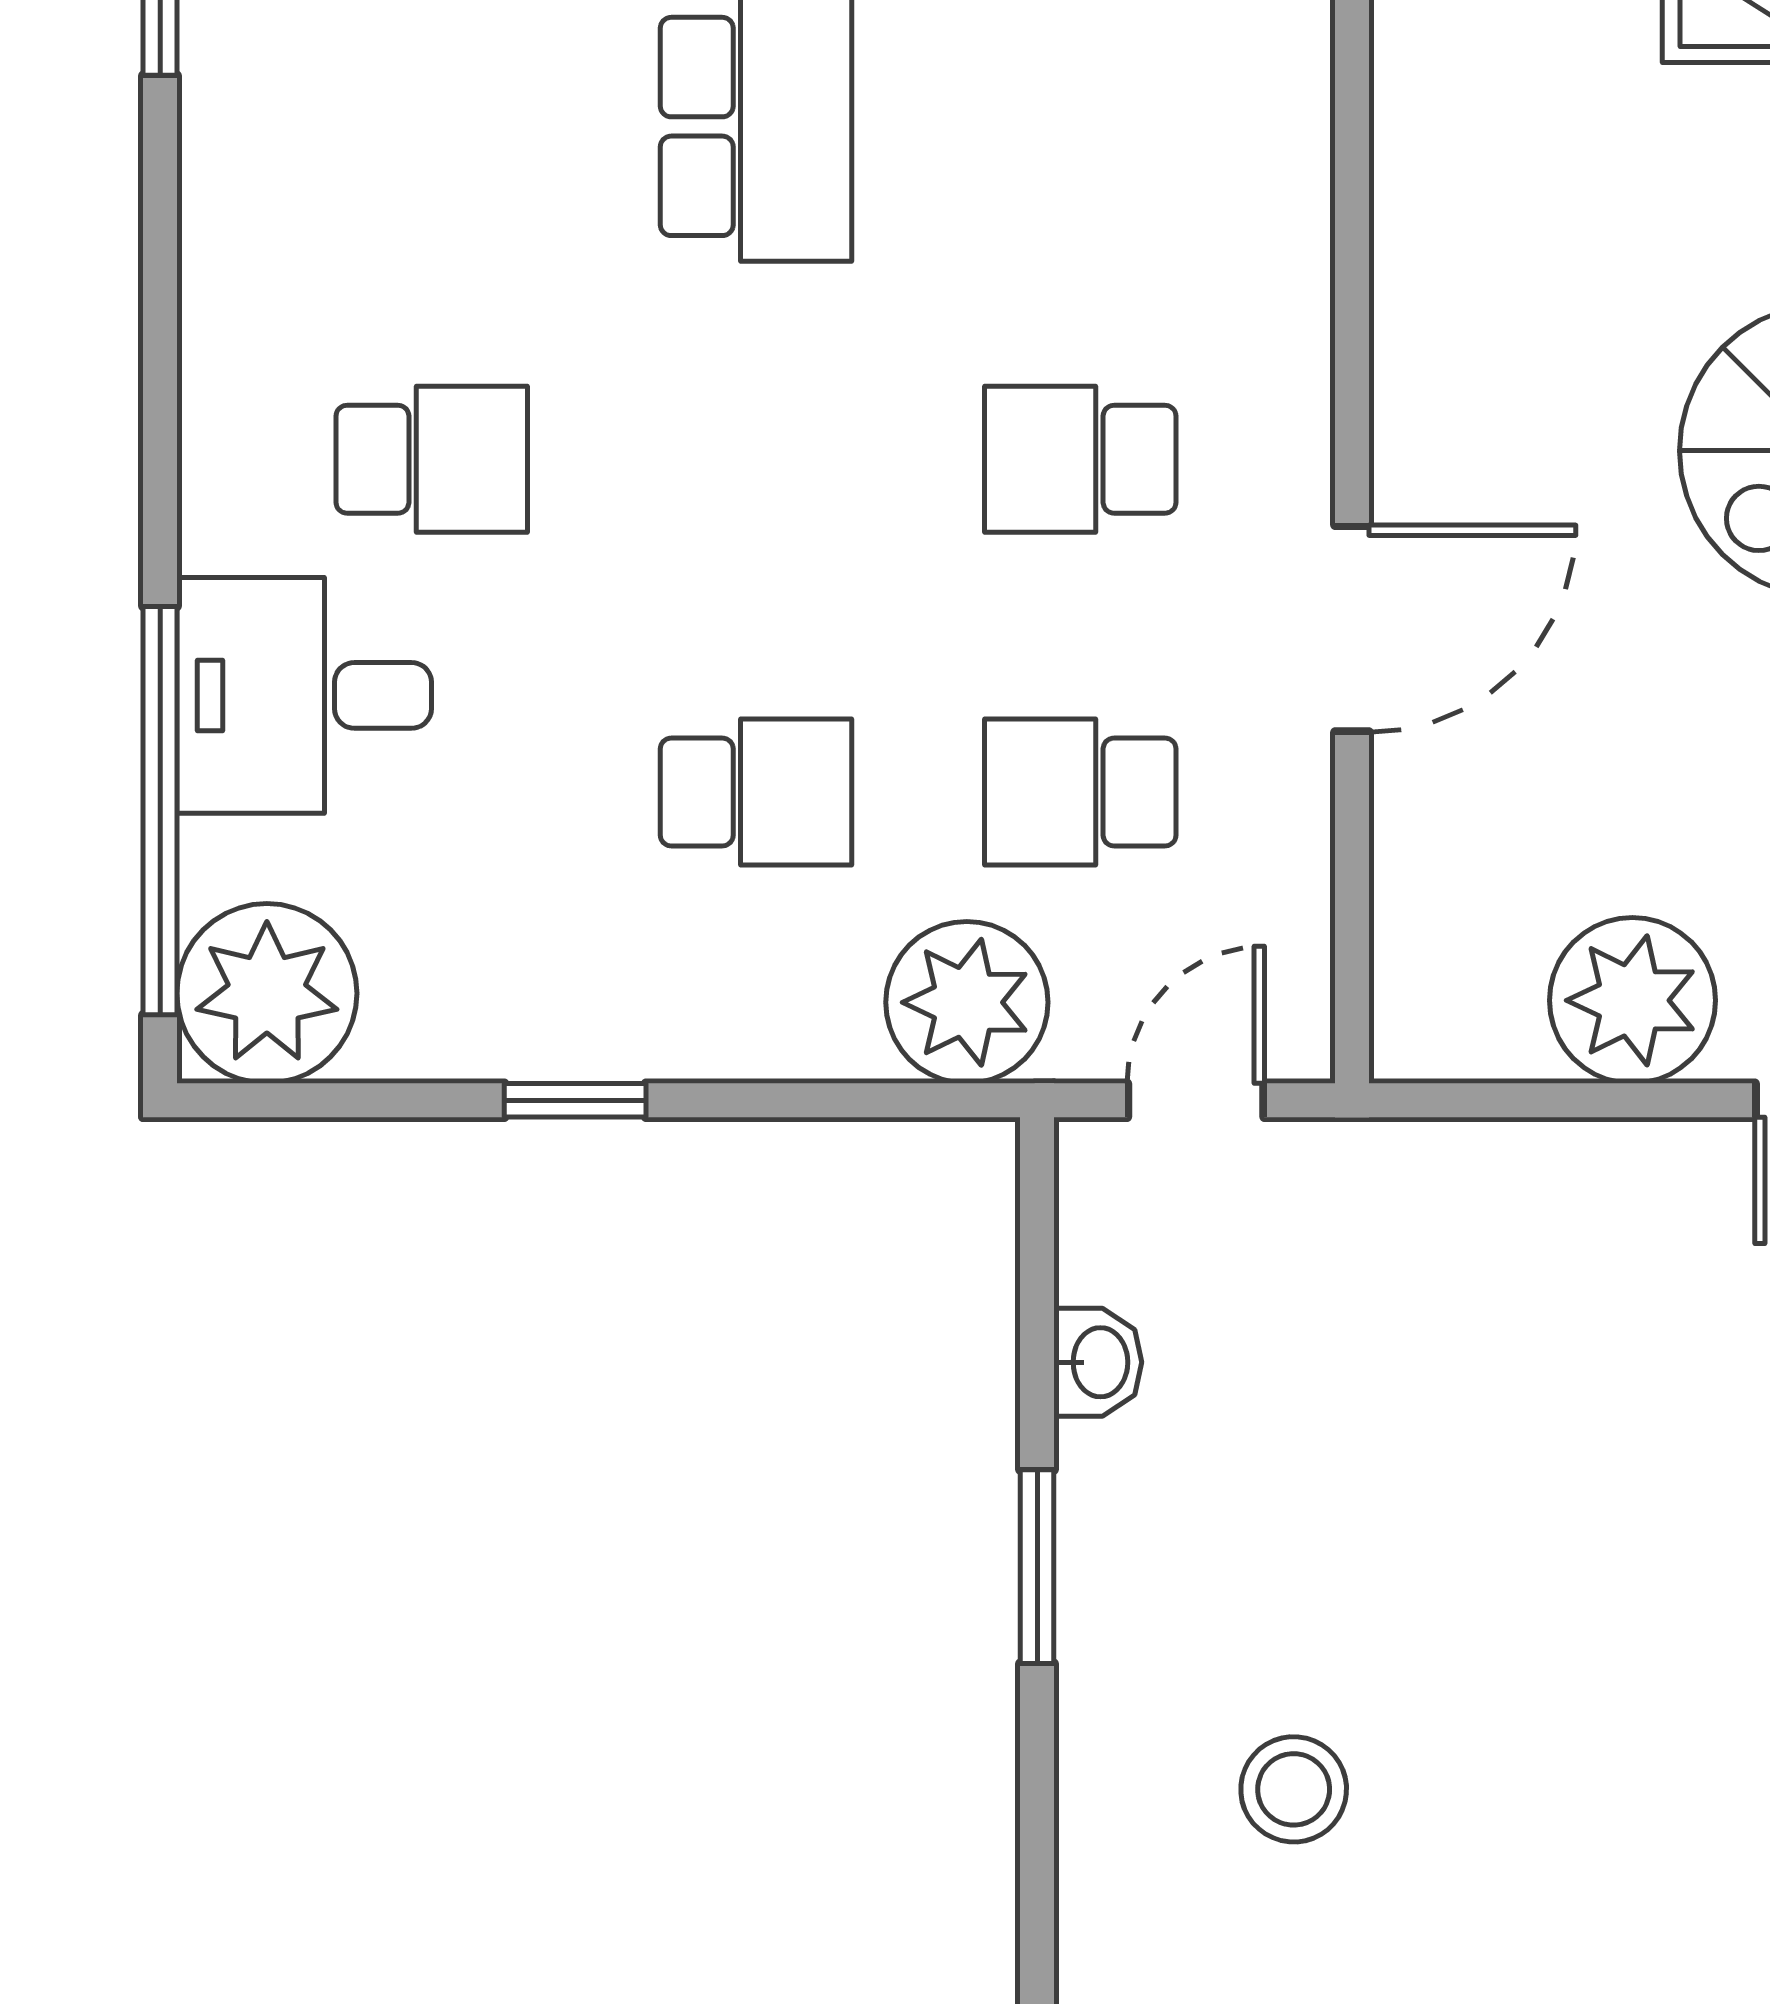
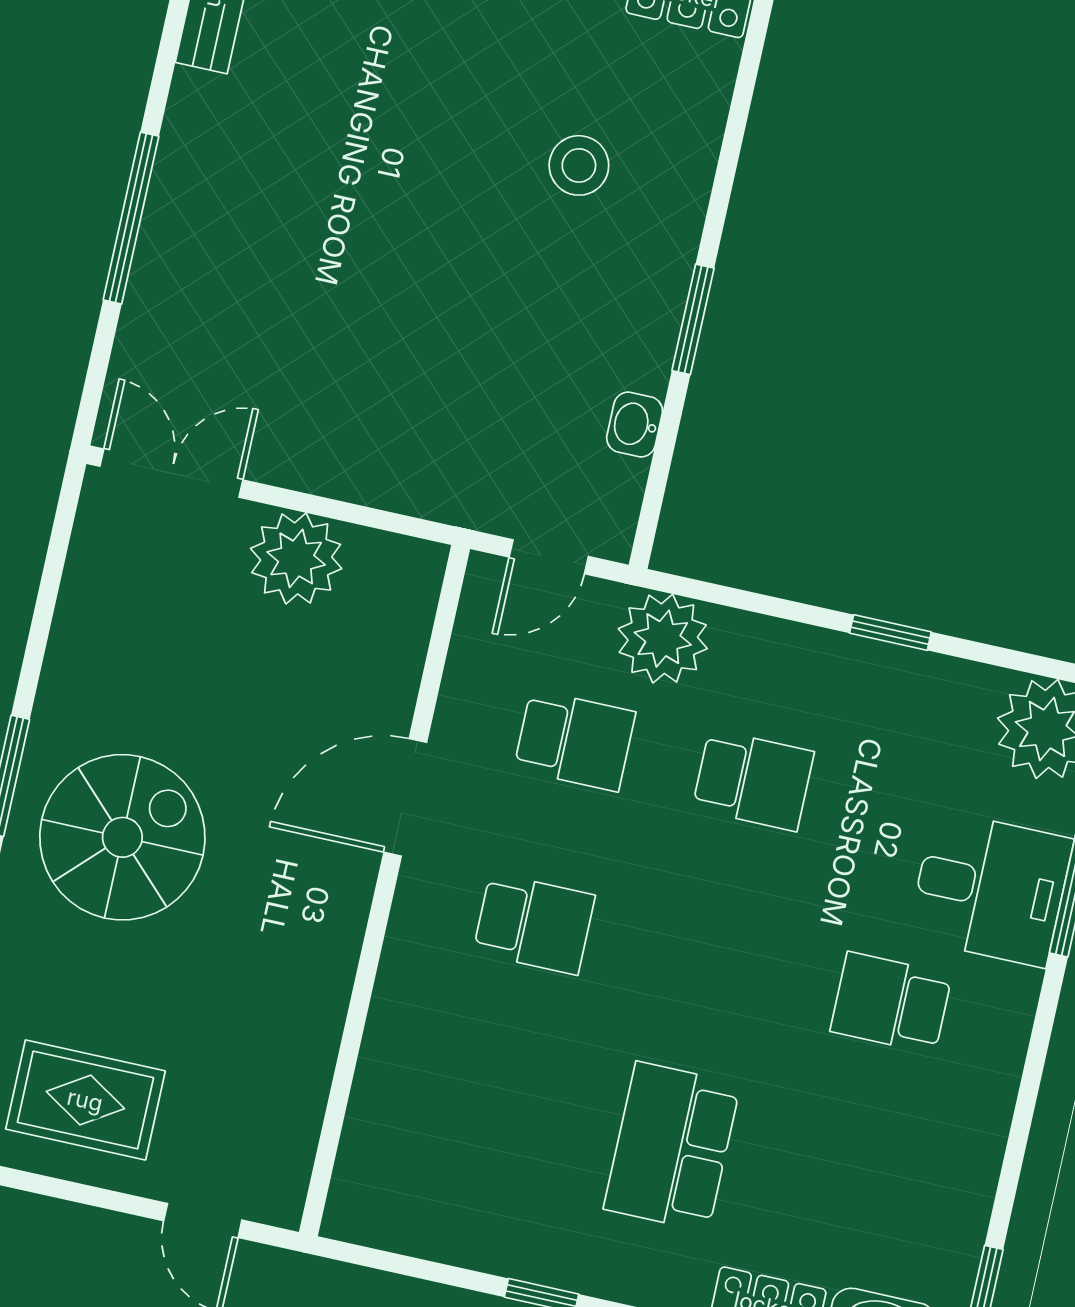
school desk: (756, 792) -> (753, 780), turned 180

